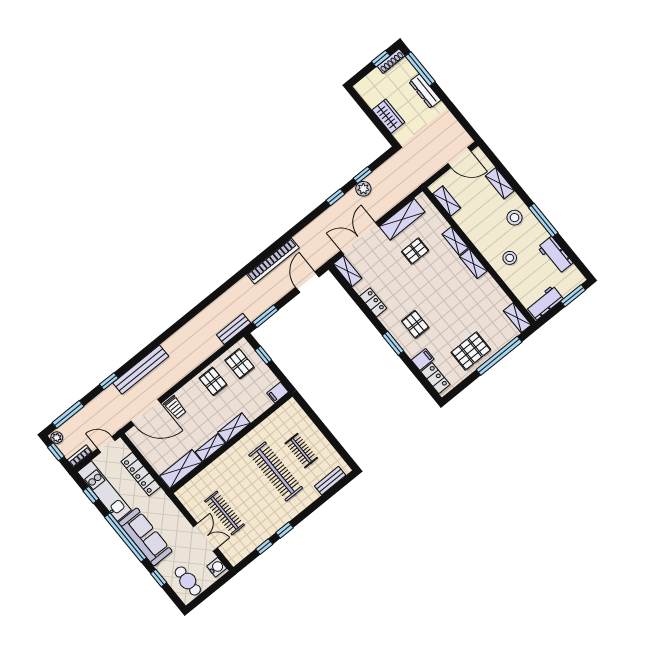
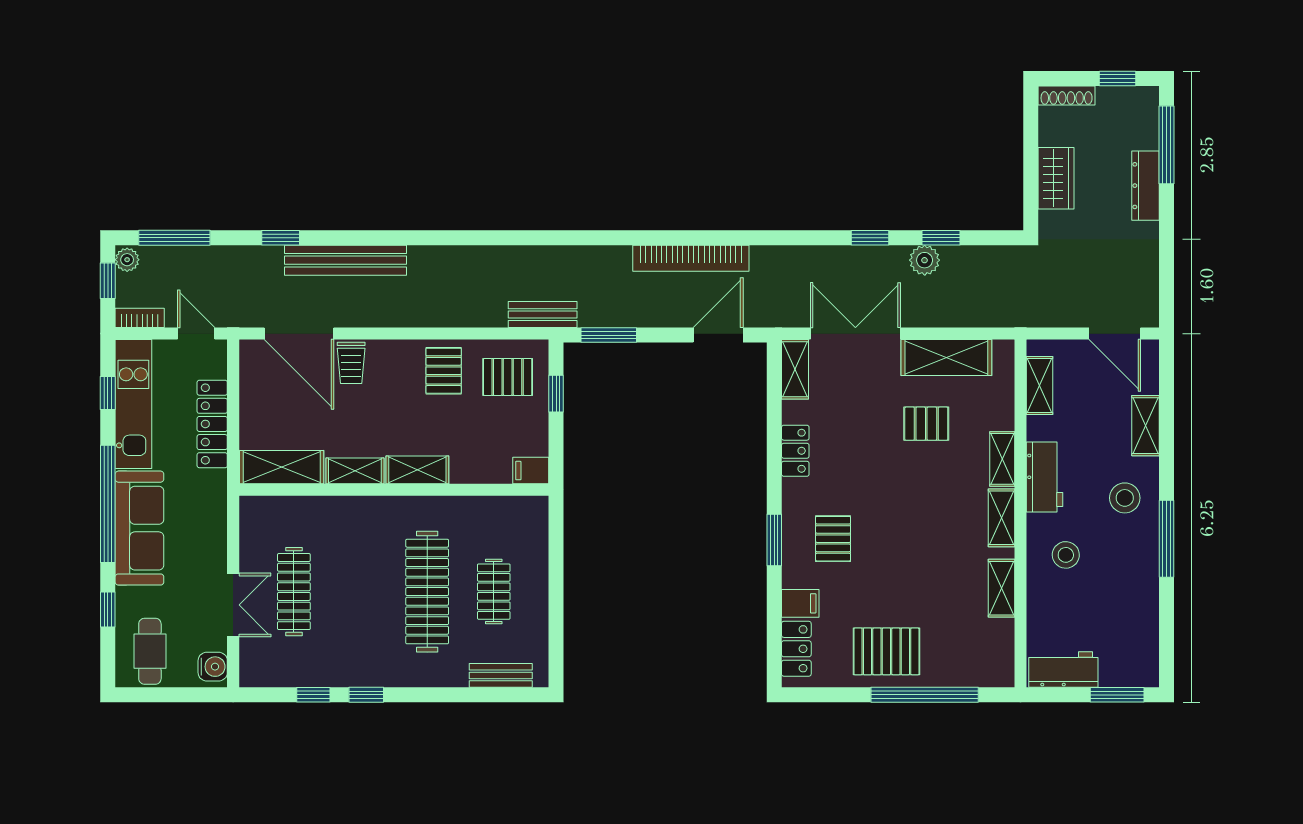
shoe rack: (391, 61) -> (1067, 95), moved
workbench: (555, 255) -> (1045, 477), moved, turned 180
shelving: (517, 318) -> (1001, 588), moved
pallet: (240, 364) -> (508, 377), turned 90

